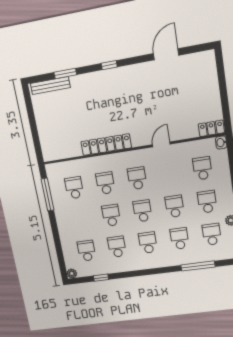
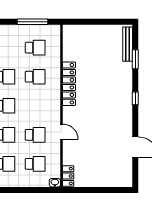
school desk: (137, 178) -> (35, 135), moved

